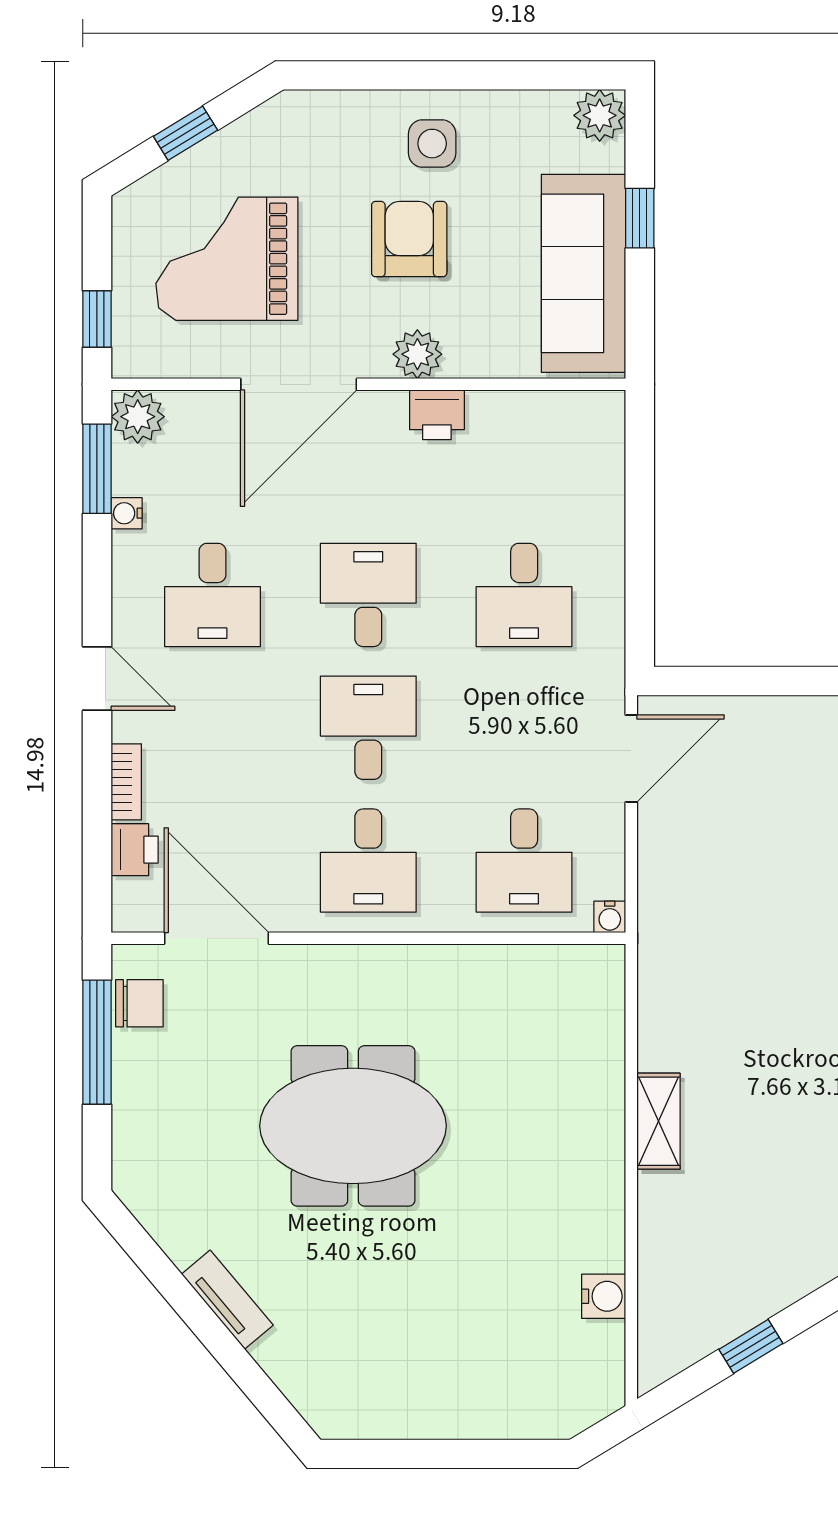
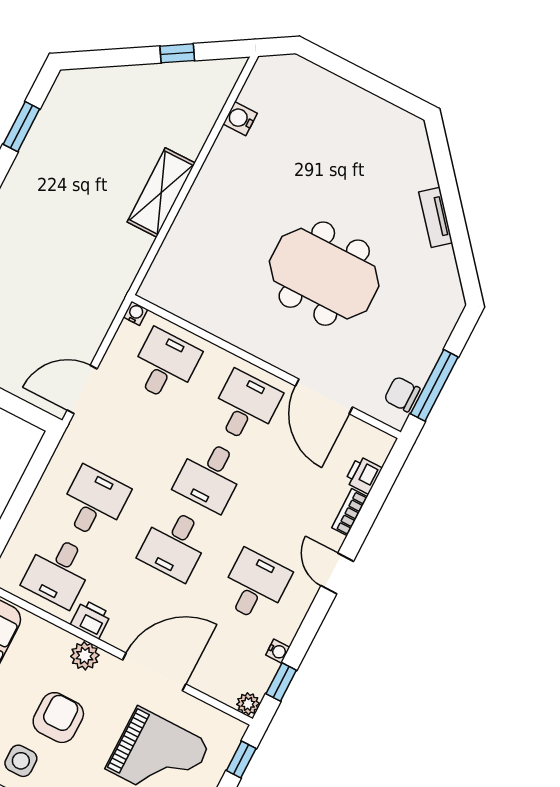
armchair: (409, 239) -> (58, 718), turned 180
plant: (138, 417) -> (248, 704), width x0.73, depth x0.73
desk: (524, 462) -> (58, 571), added
window: (97, 469) -> (281, 682), width x0.67
door: (216, 938) -> (324, 396), moved
shelving: (658, 1121) -> (161, 193), width x1.50, depth x1.33

